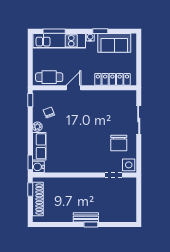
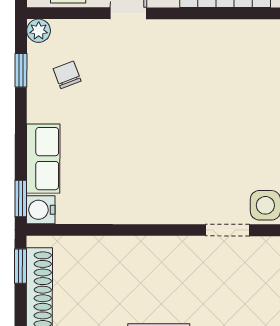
window: (30, 100) -> (21, 70), moved
plant: (37, 127) -> (39, 31), moved
chair: (119, 143) -> (241, 151), removed

